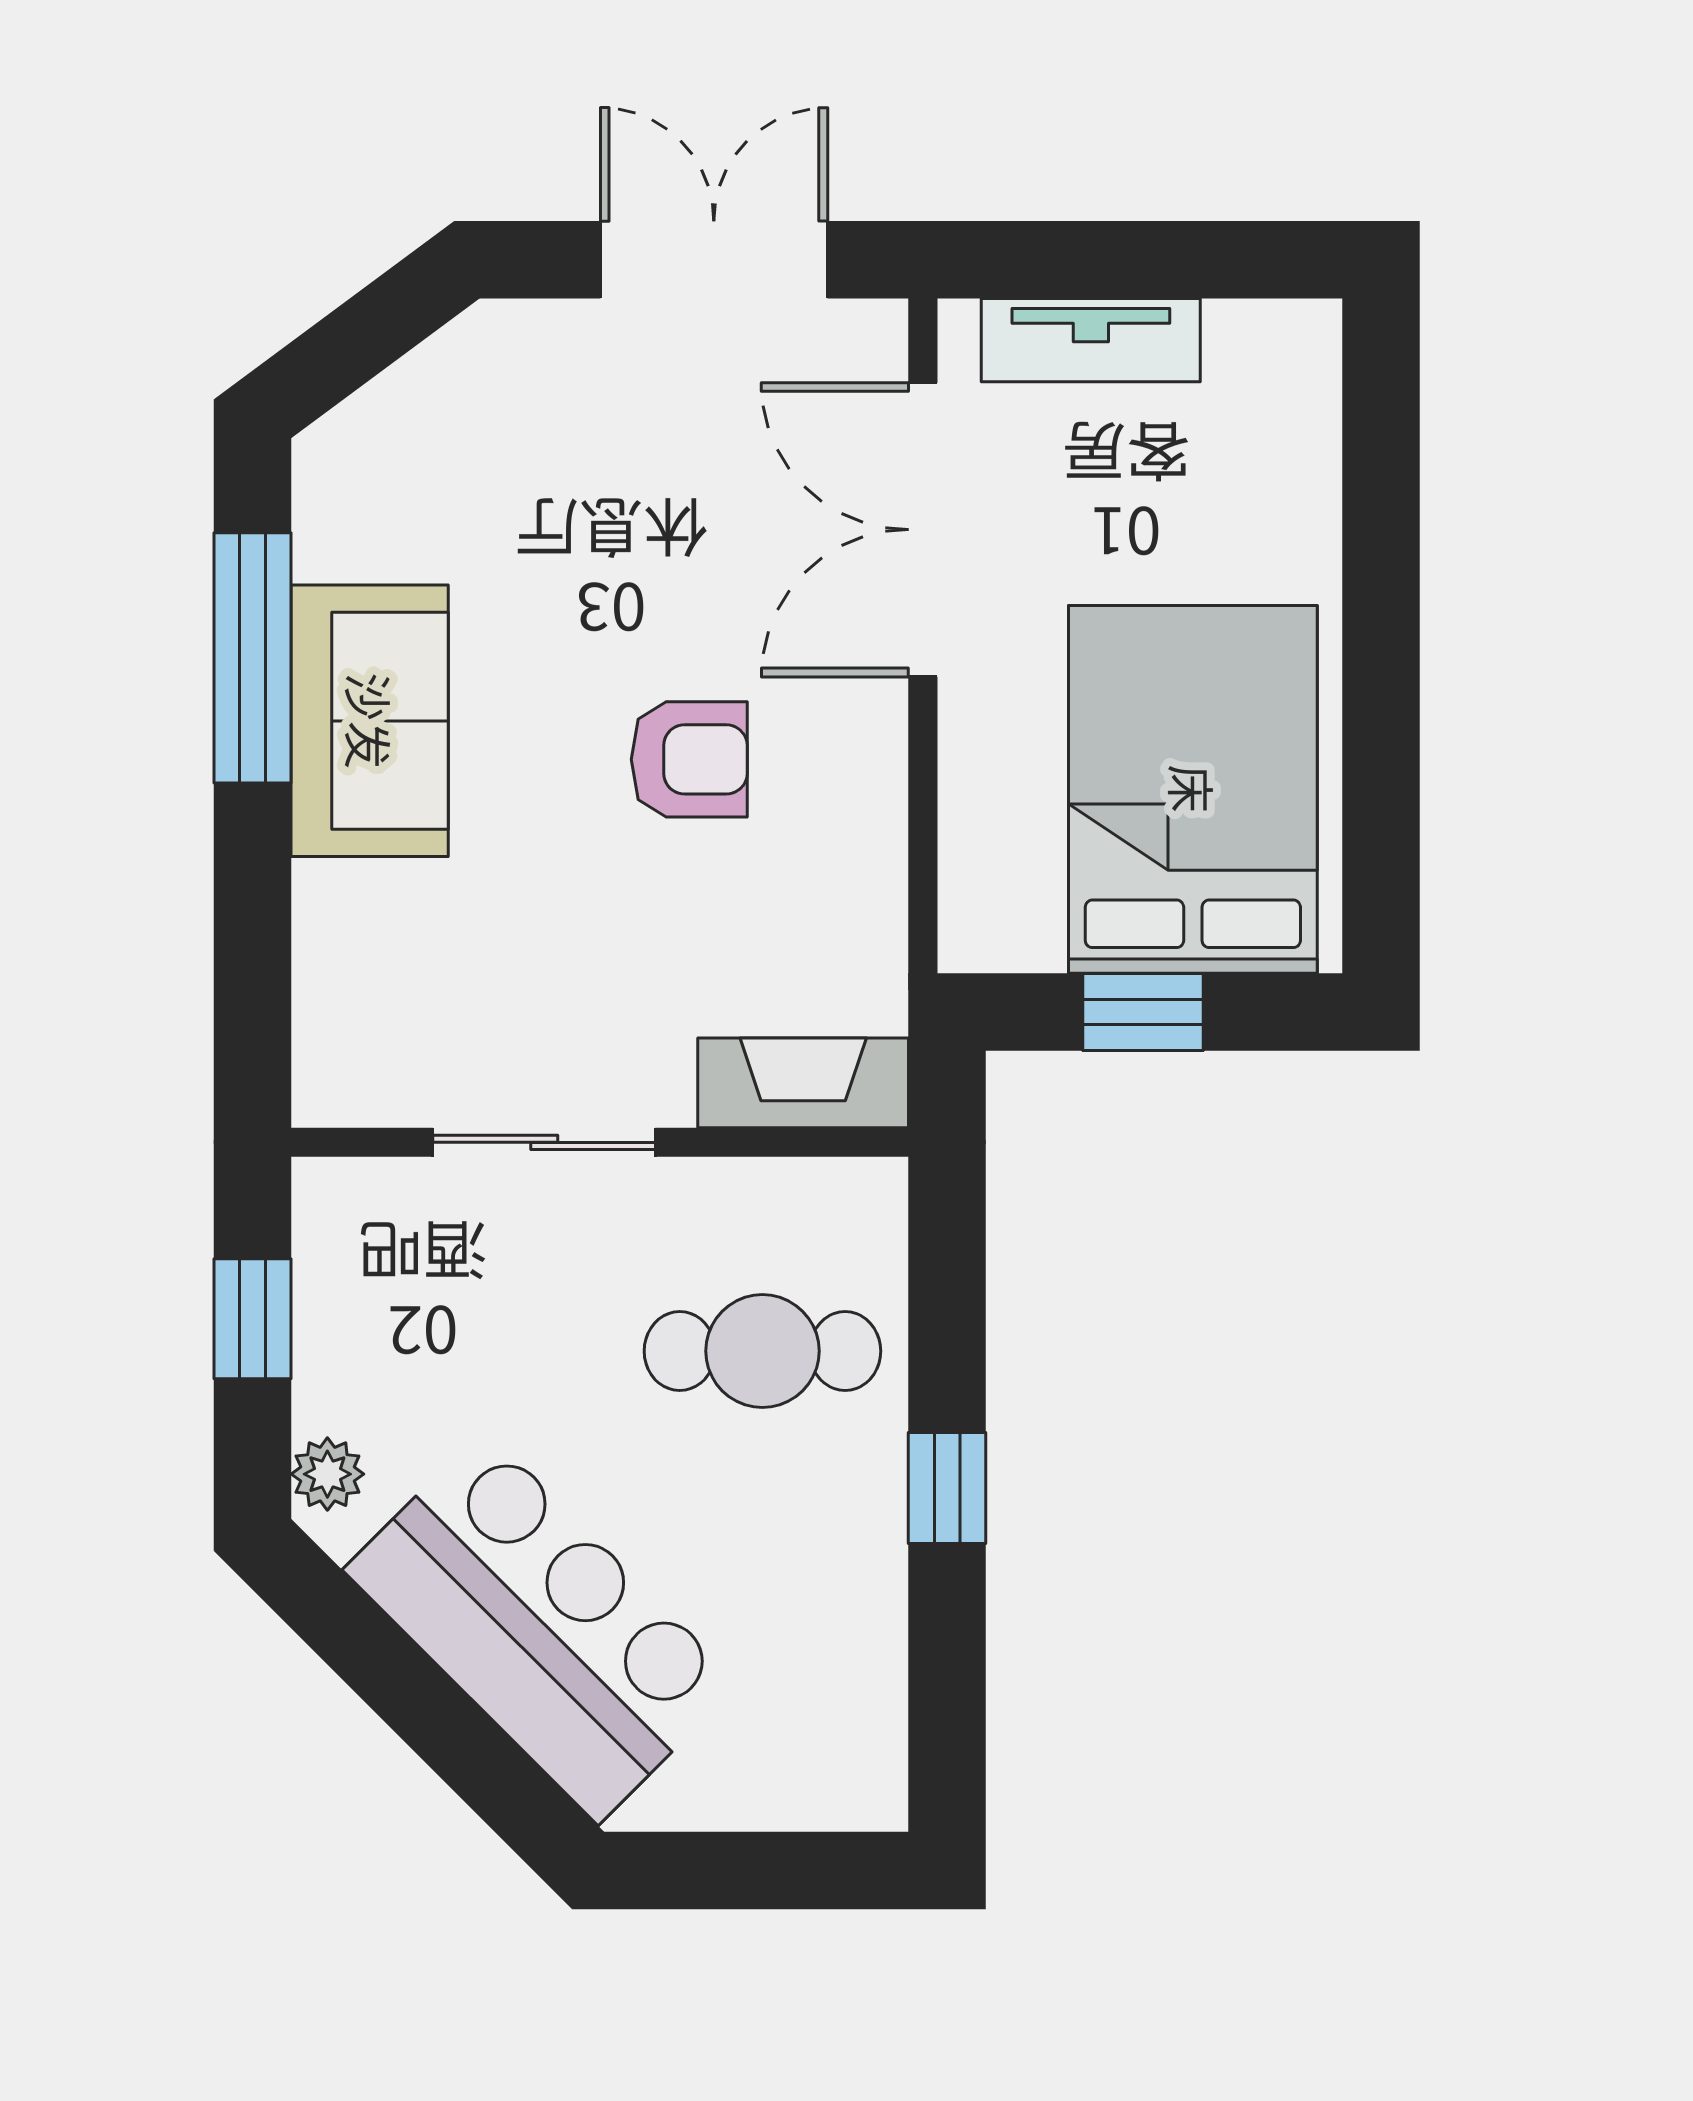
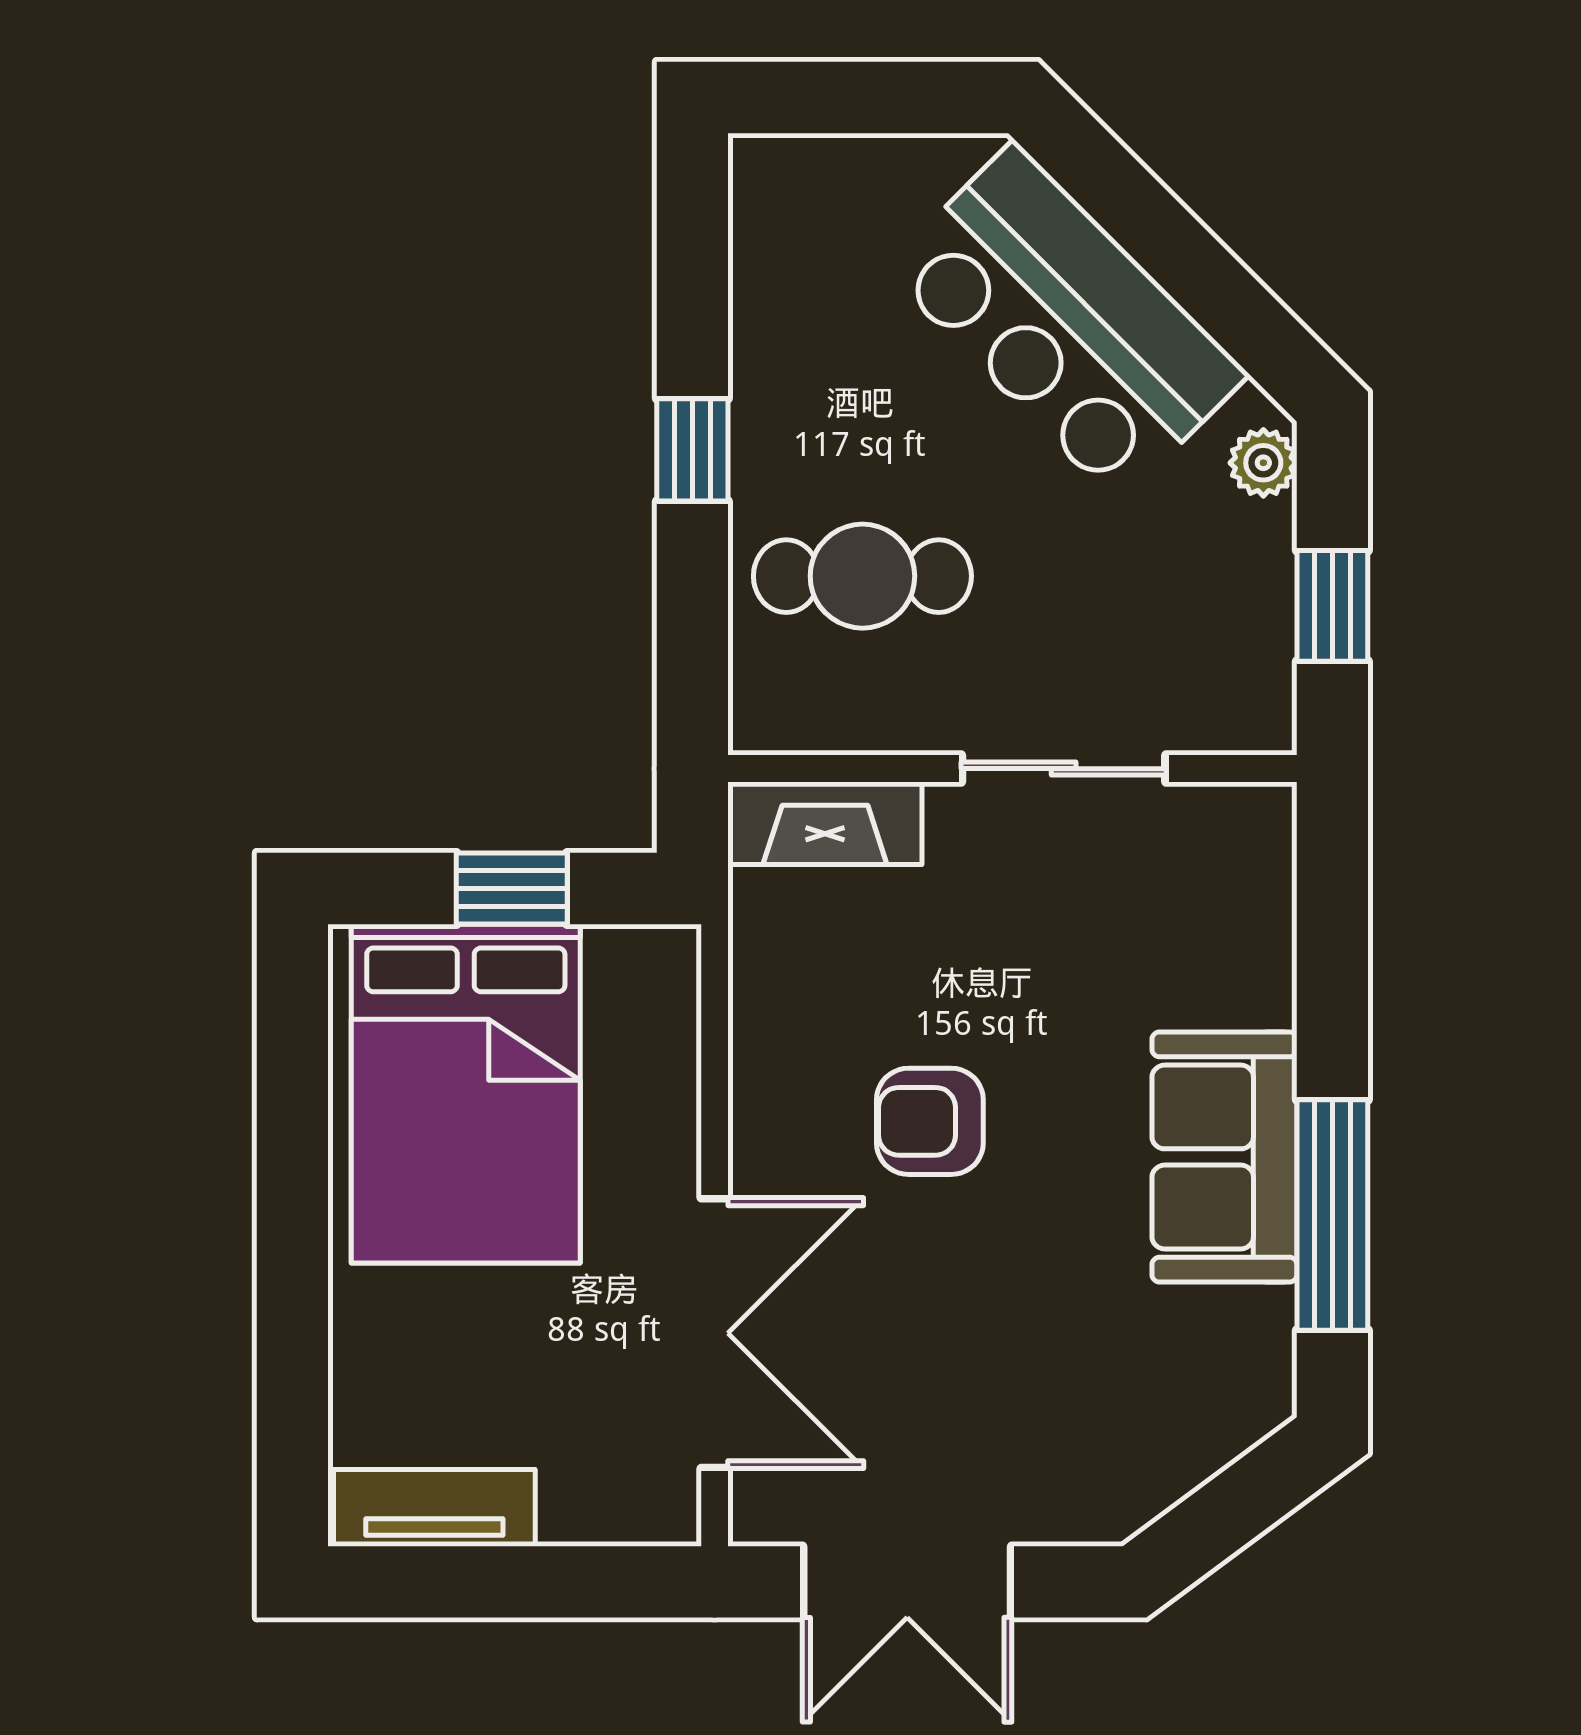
tv unit: (1091, 340) -> (434, 1508), moved

